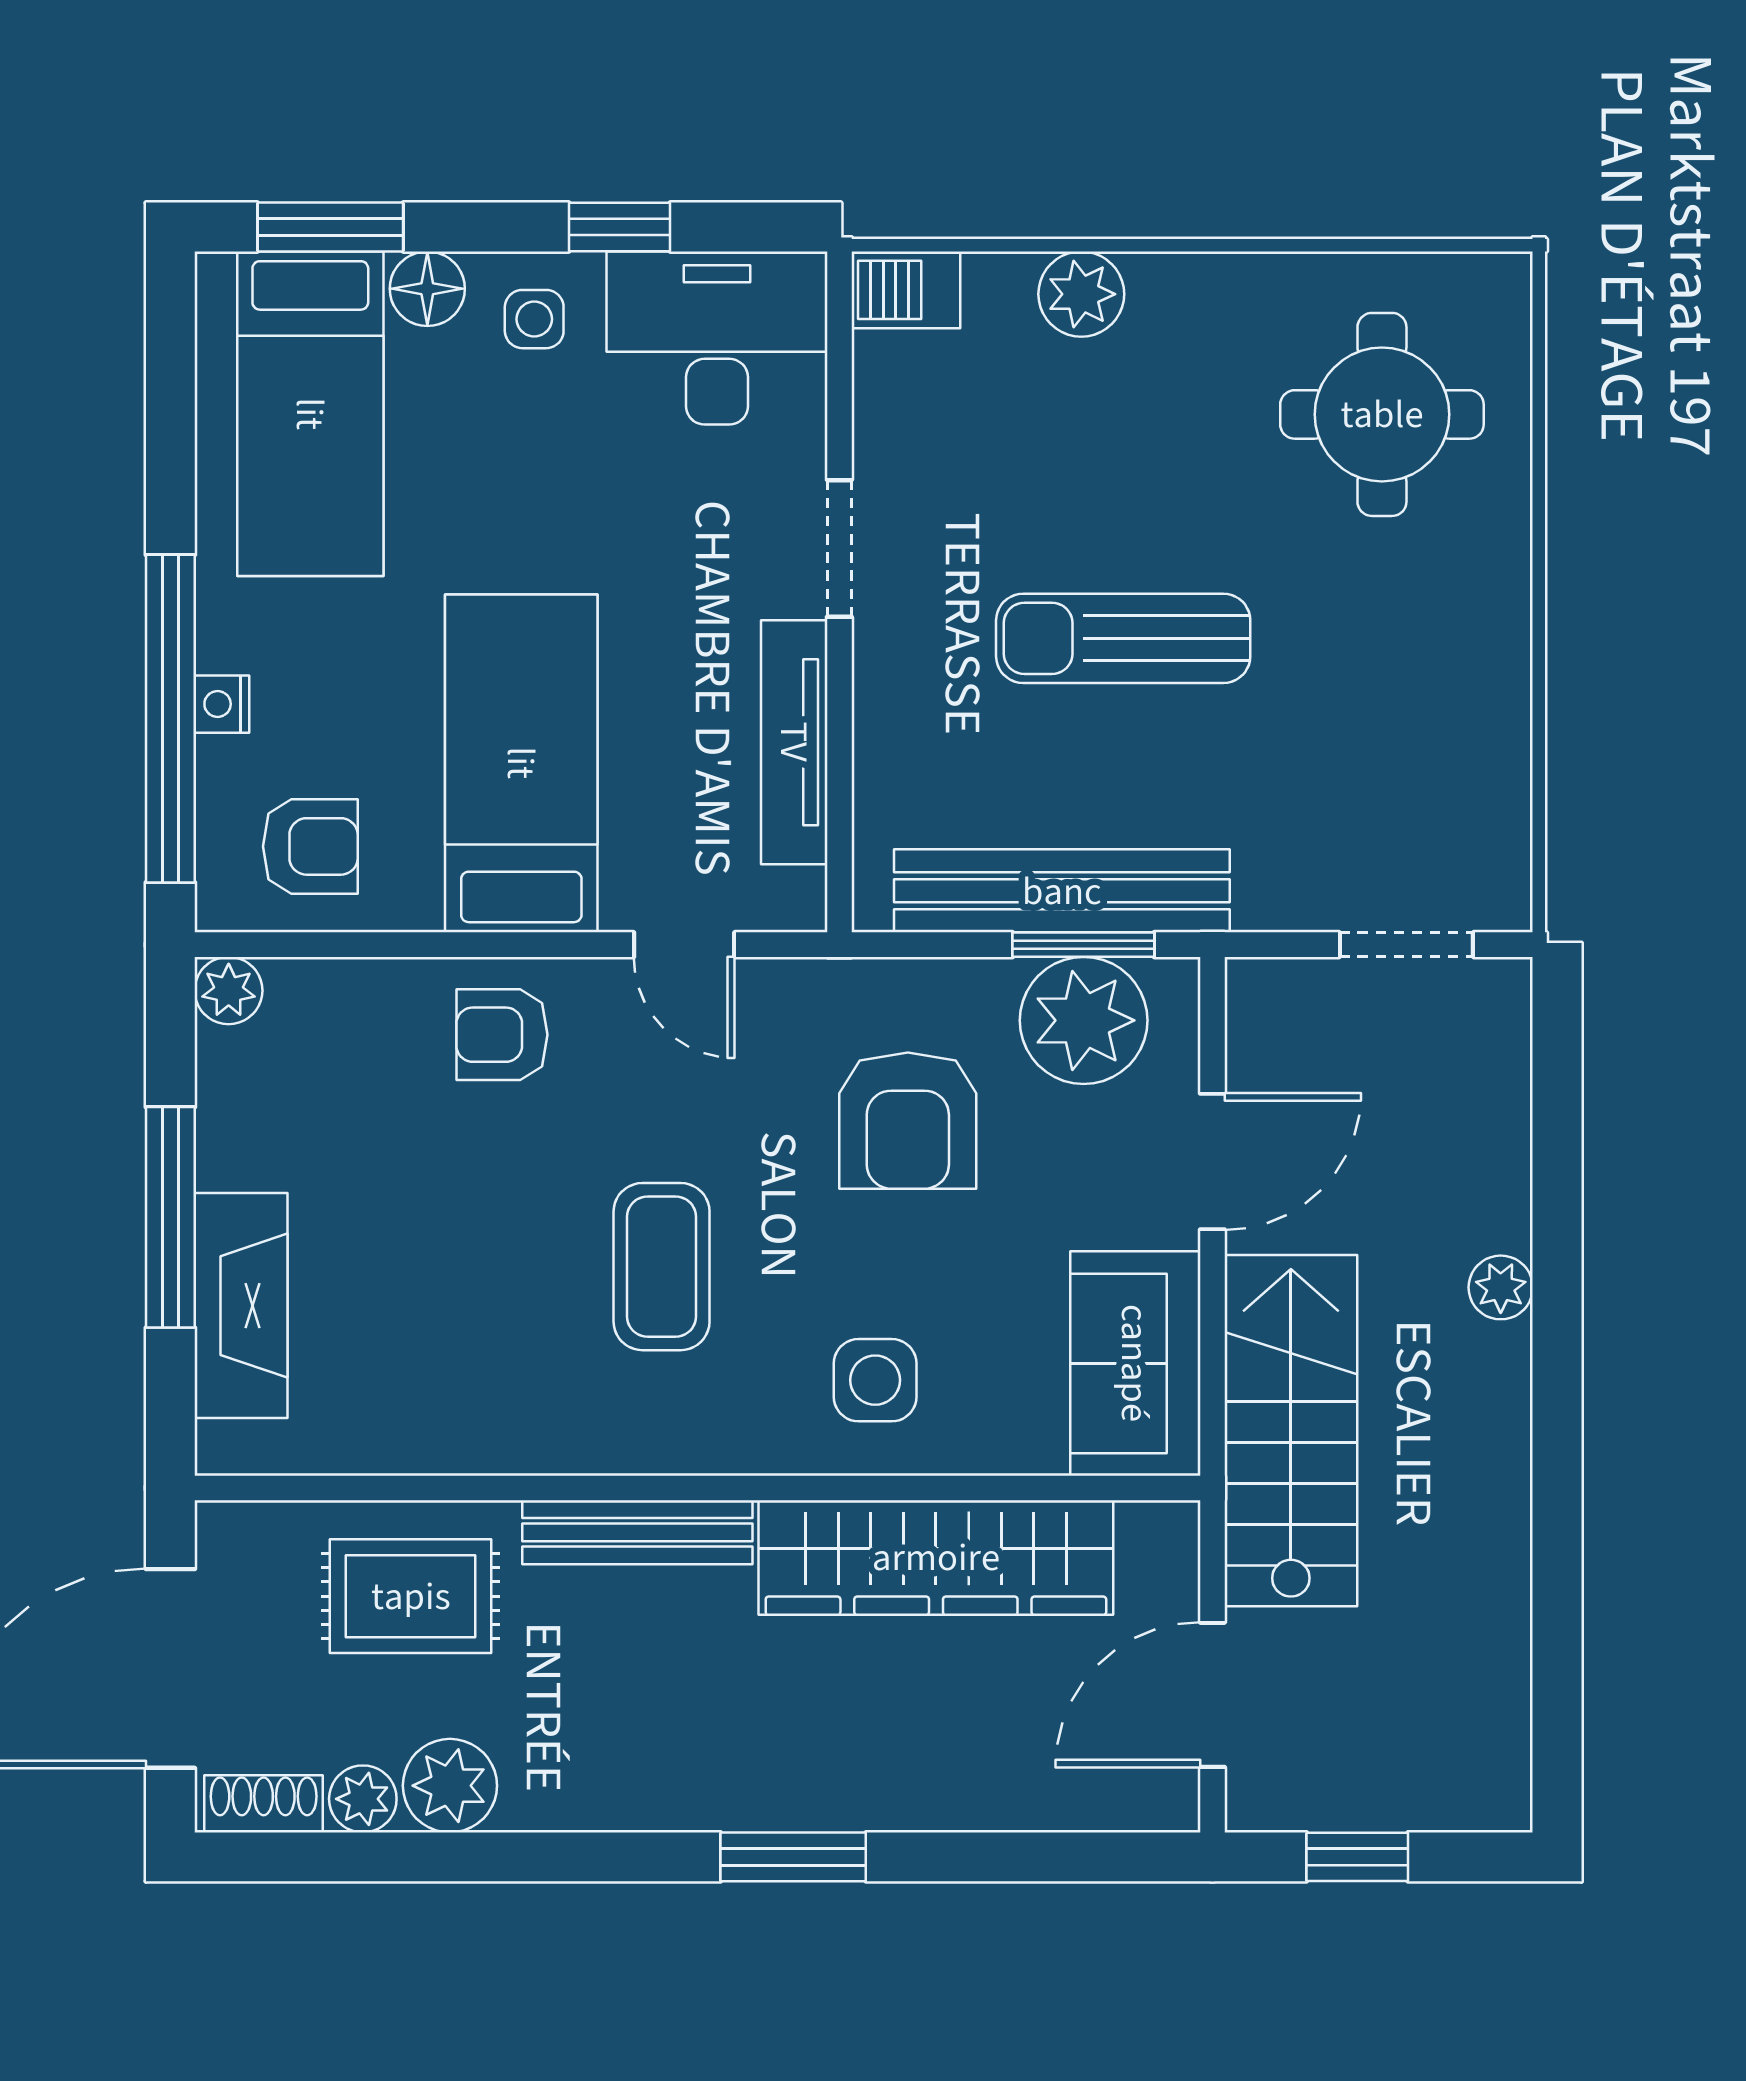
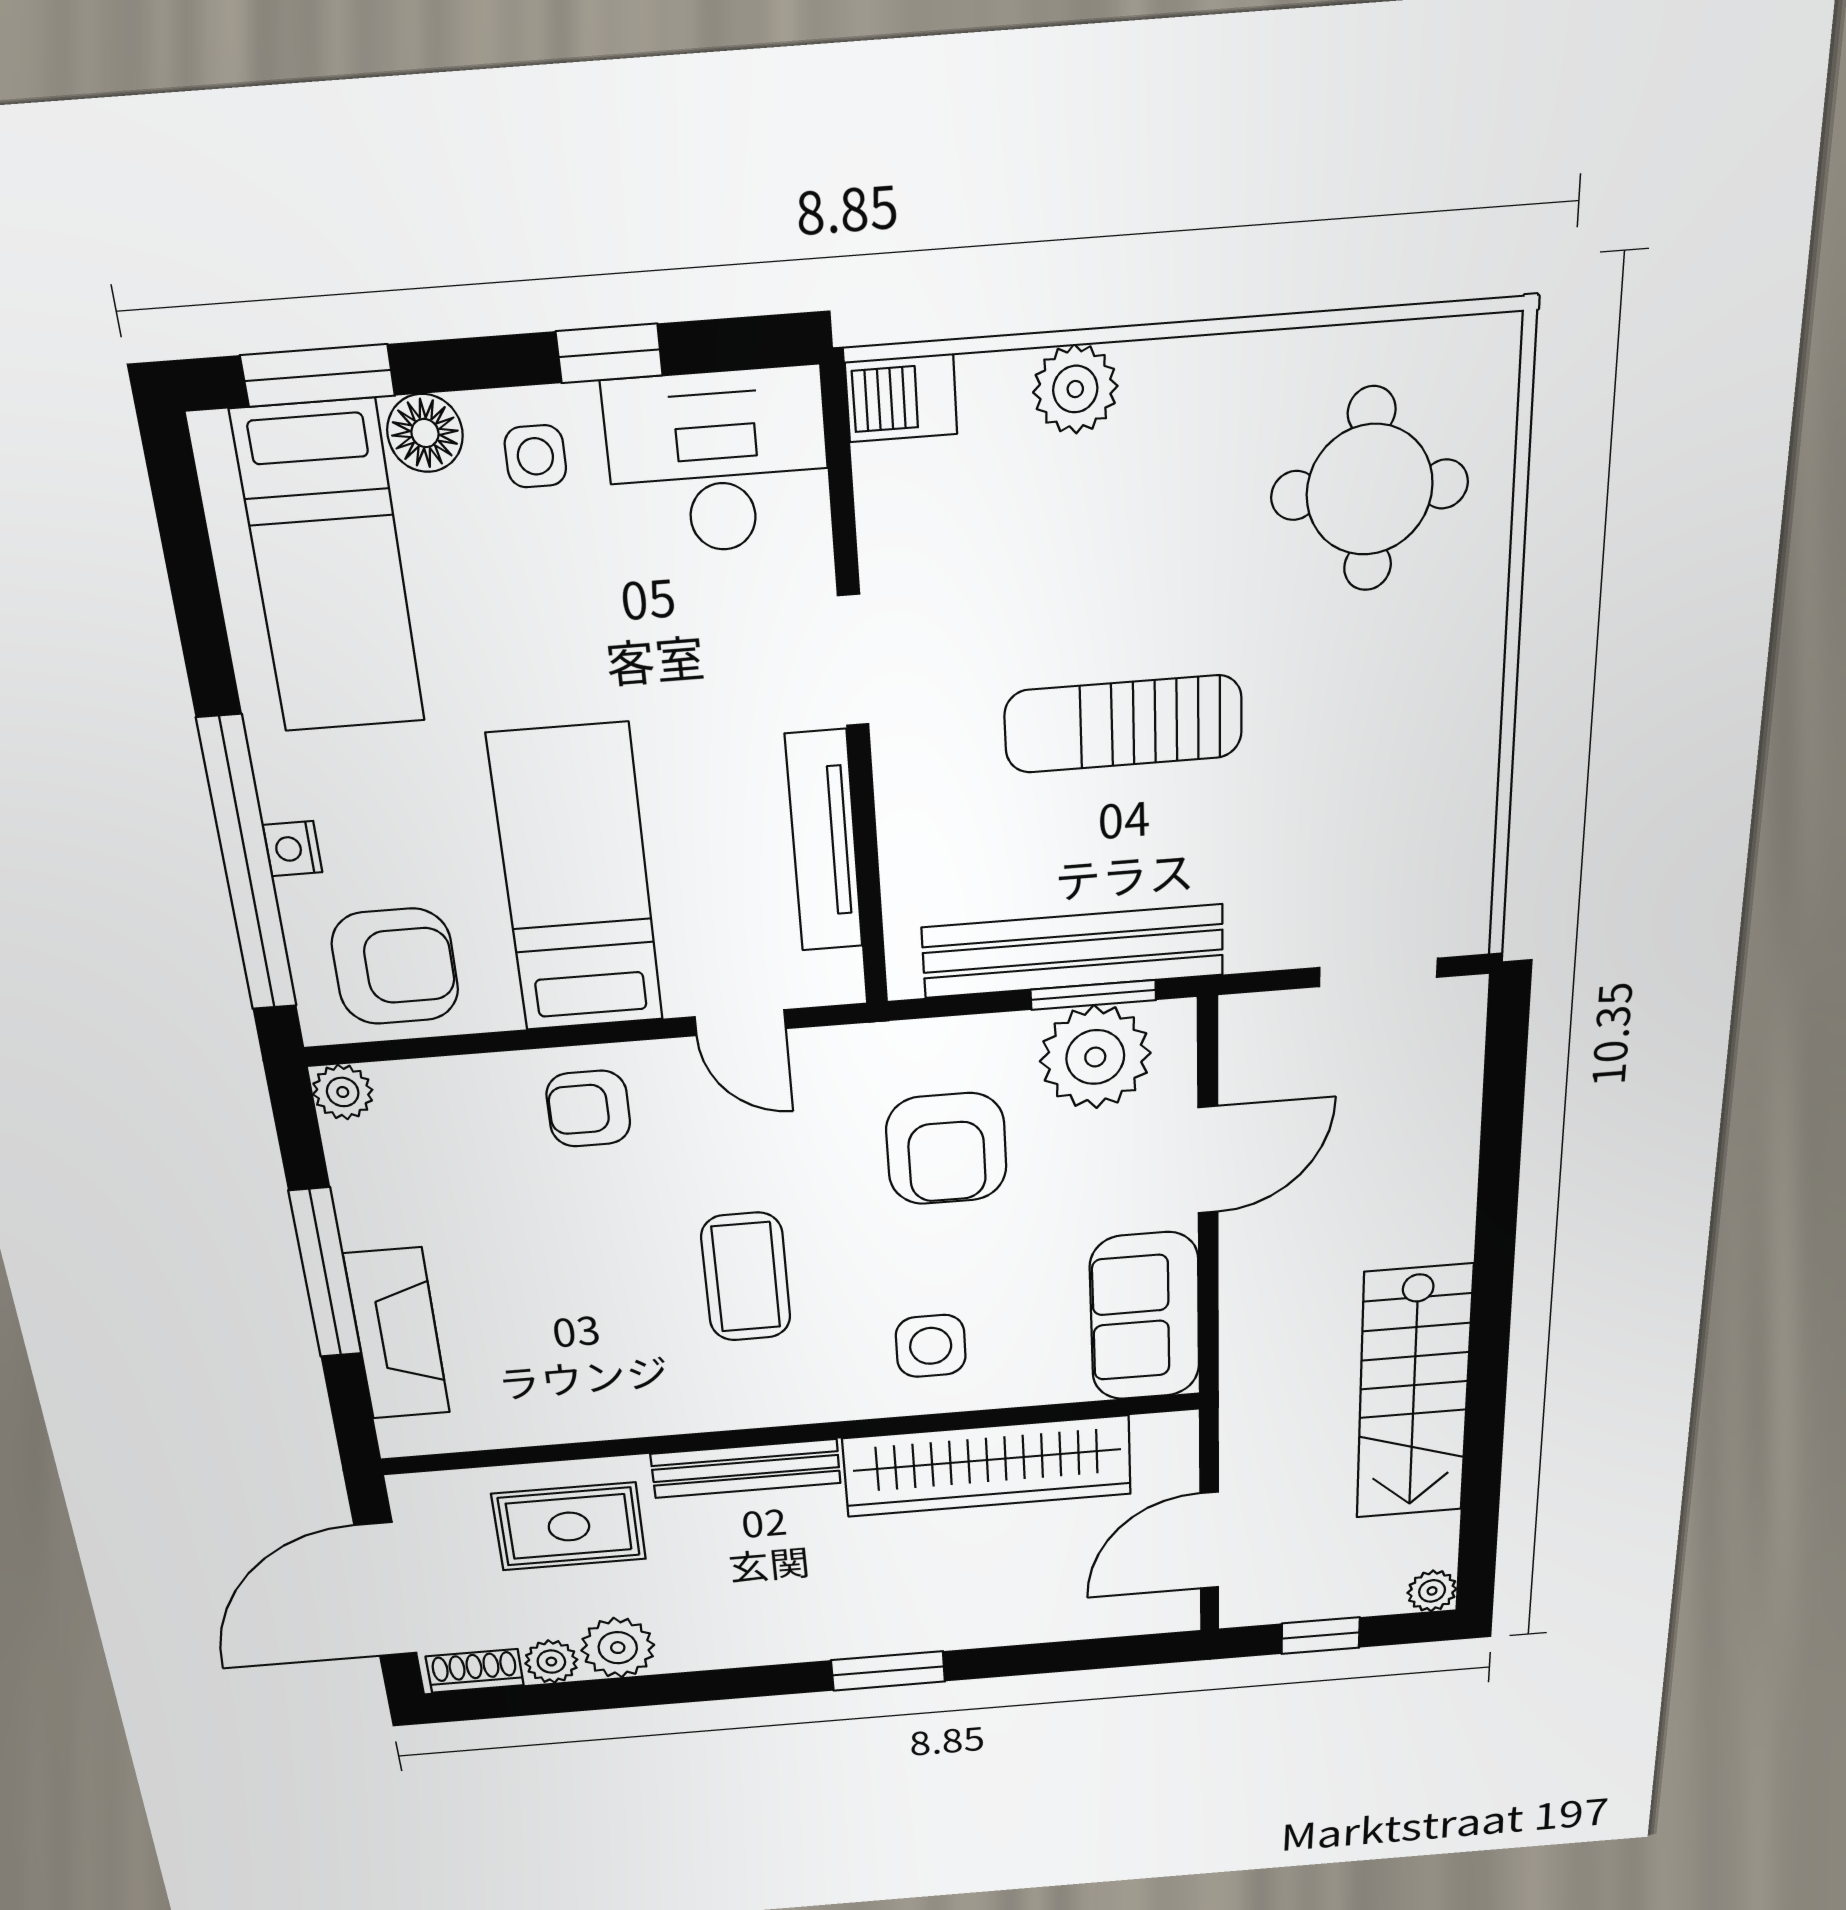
armchair: (310, 846) -> (395, 967), width x1.38, depth x1.38
plant: (1501, 1287) -> (1432, 1591), moved
stairs: (1291, 1431) -> (1414, 1393), moved, turned 180

